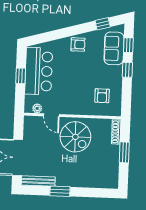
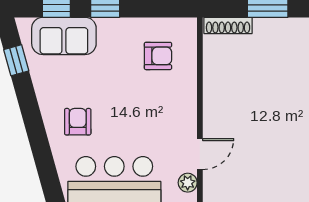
armchair: (78, 44) -> (78, 122), moved
spiral stairs: (75, 137) -> (241, 105), removed

